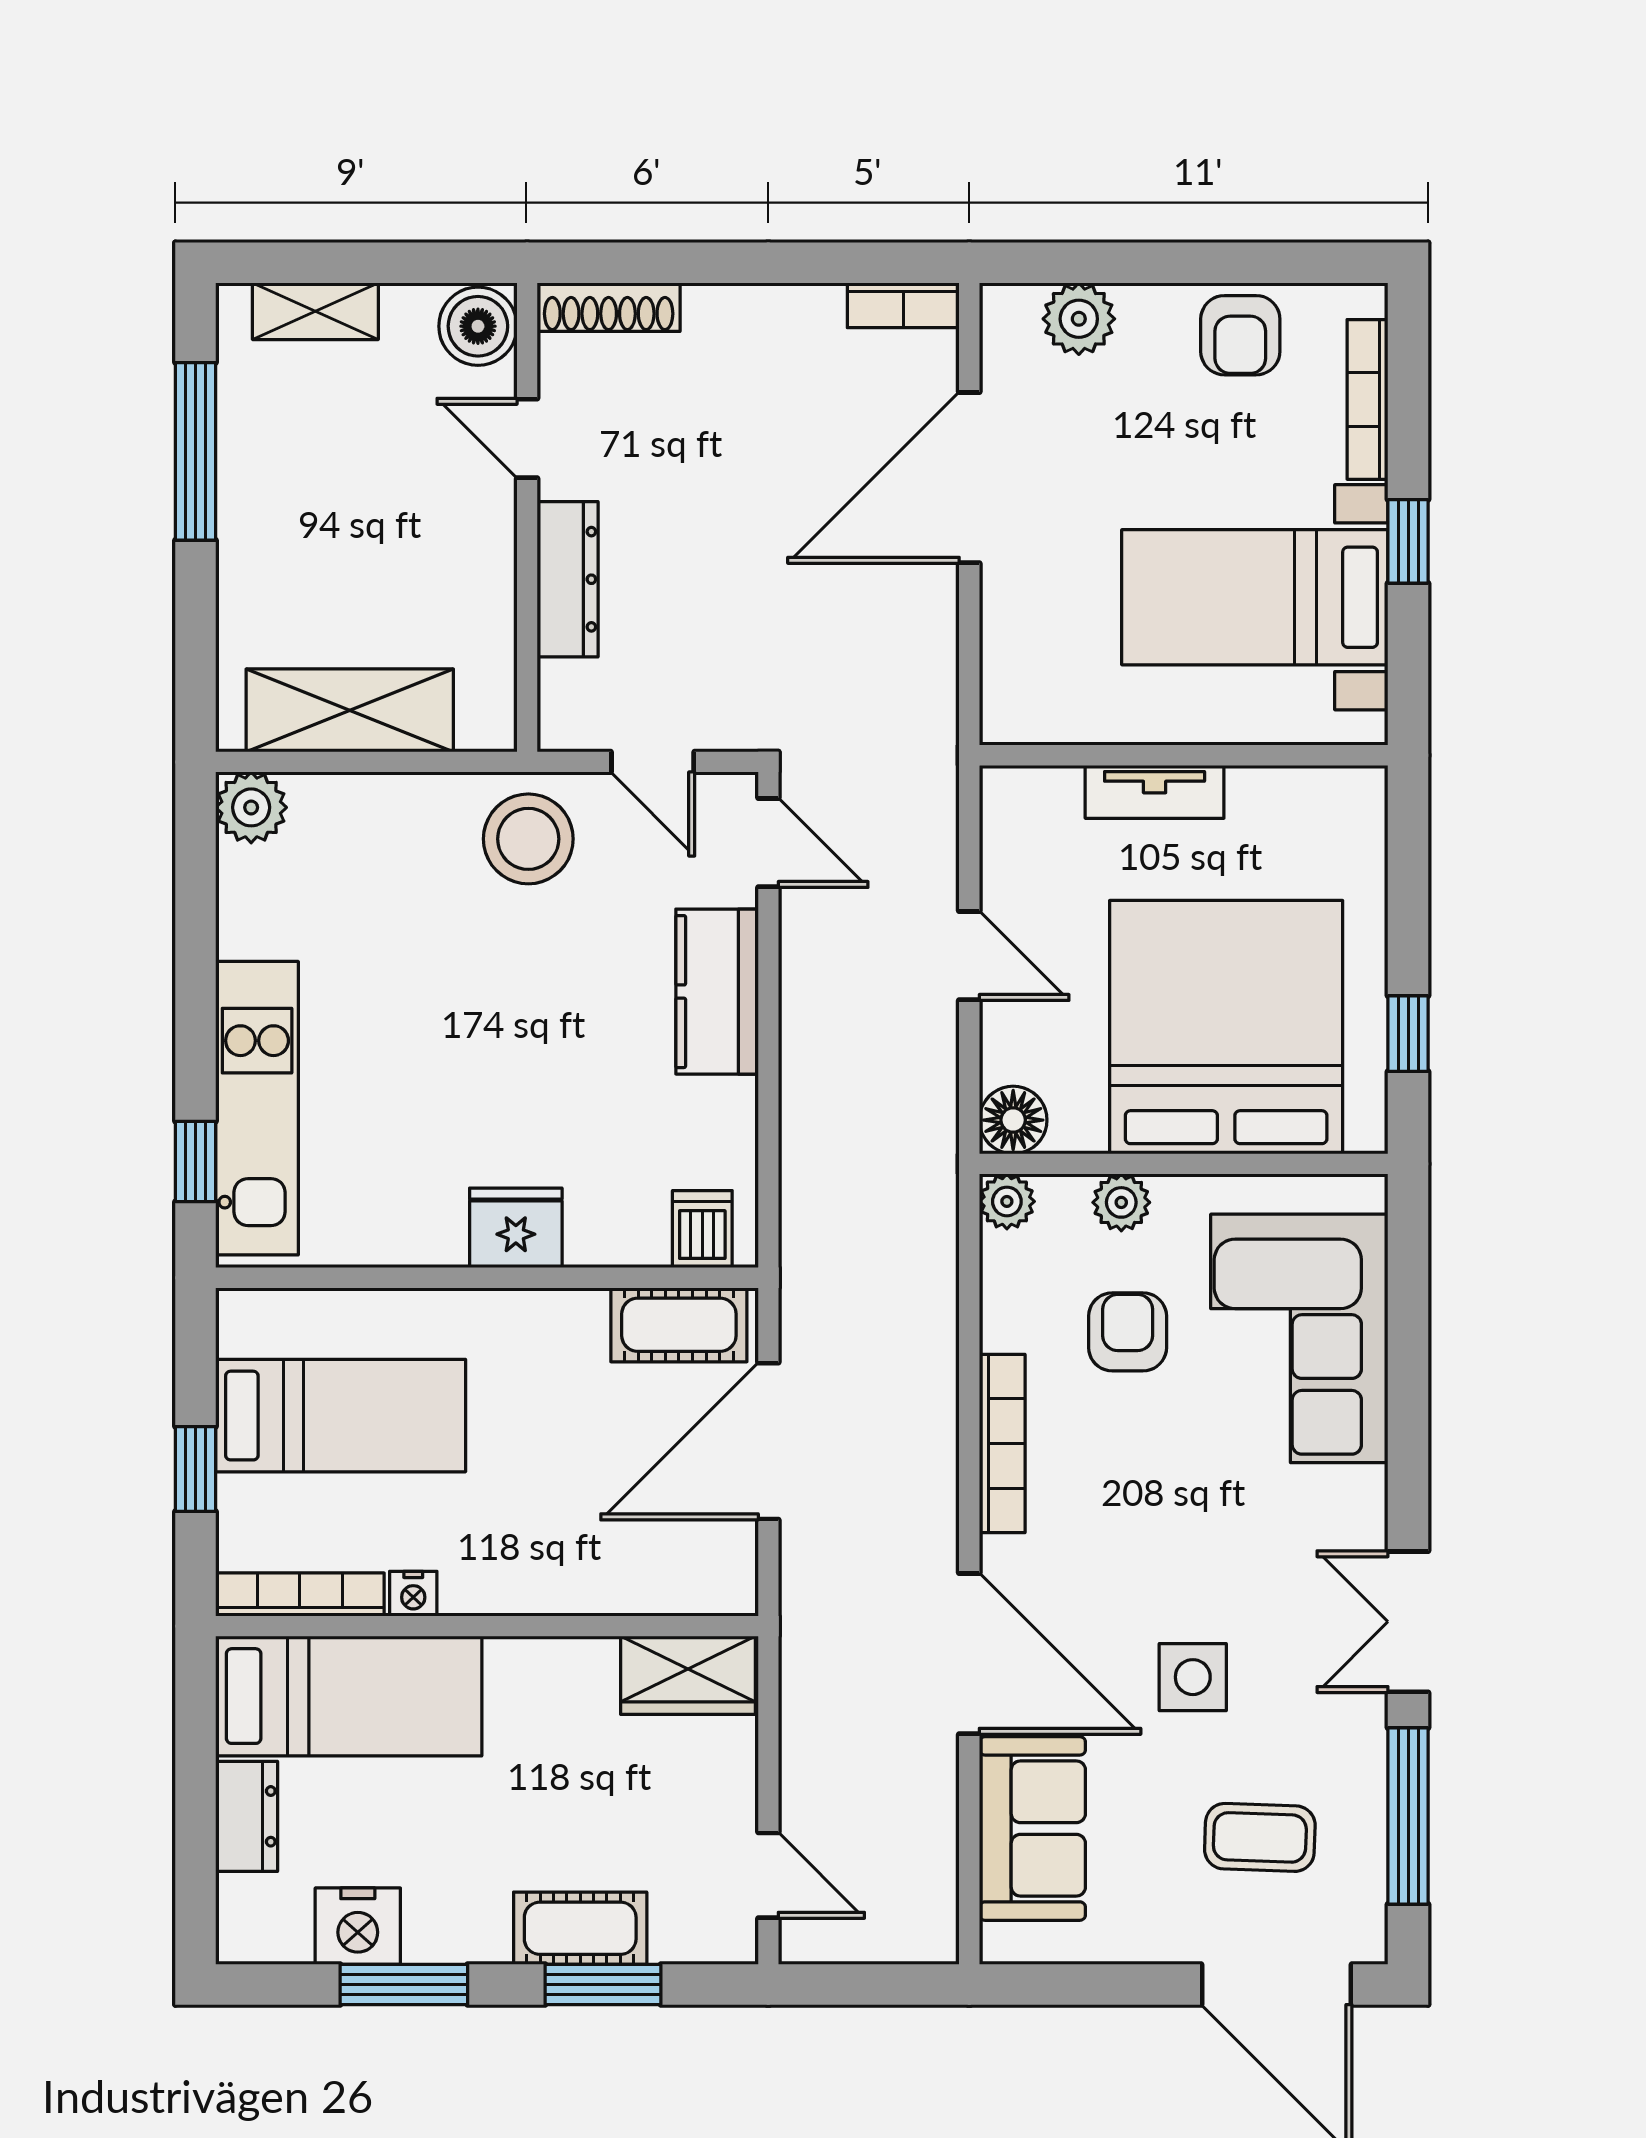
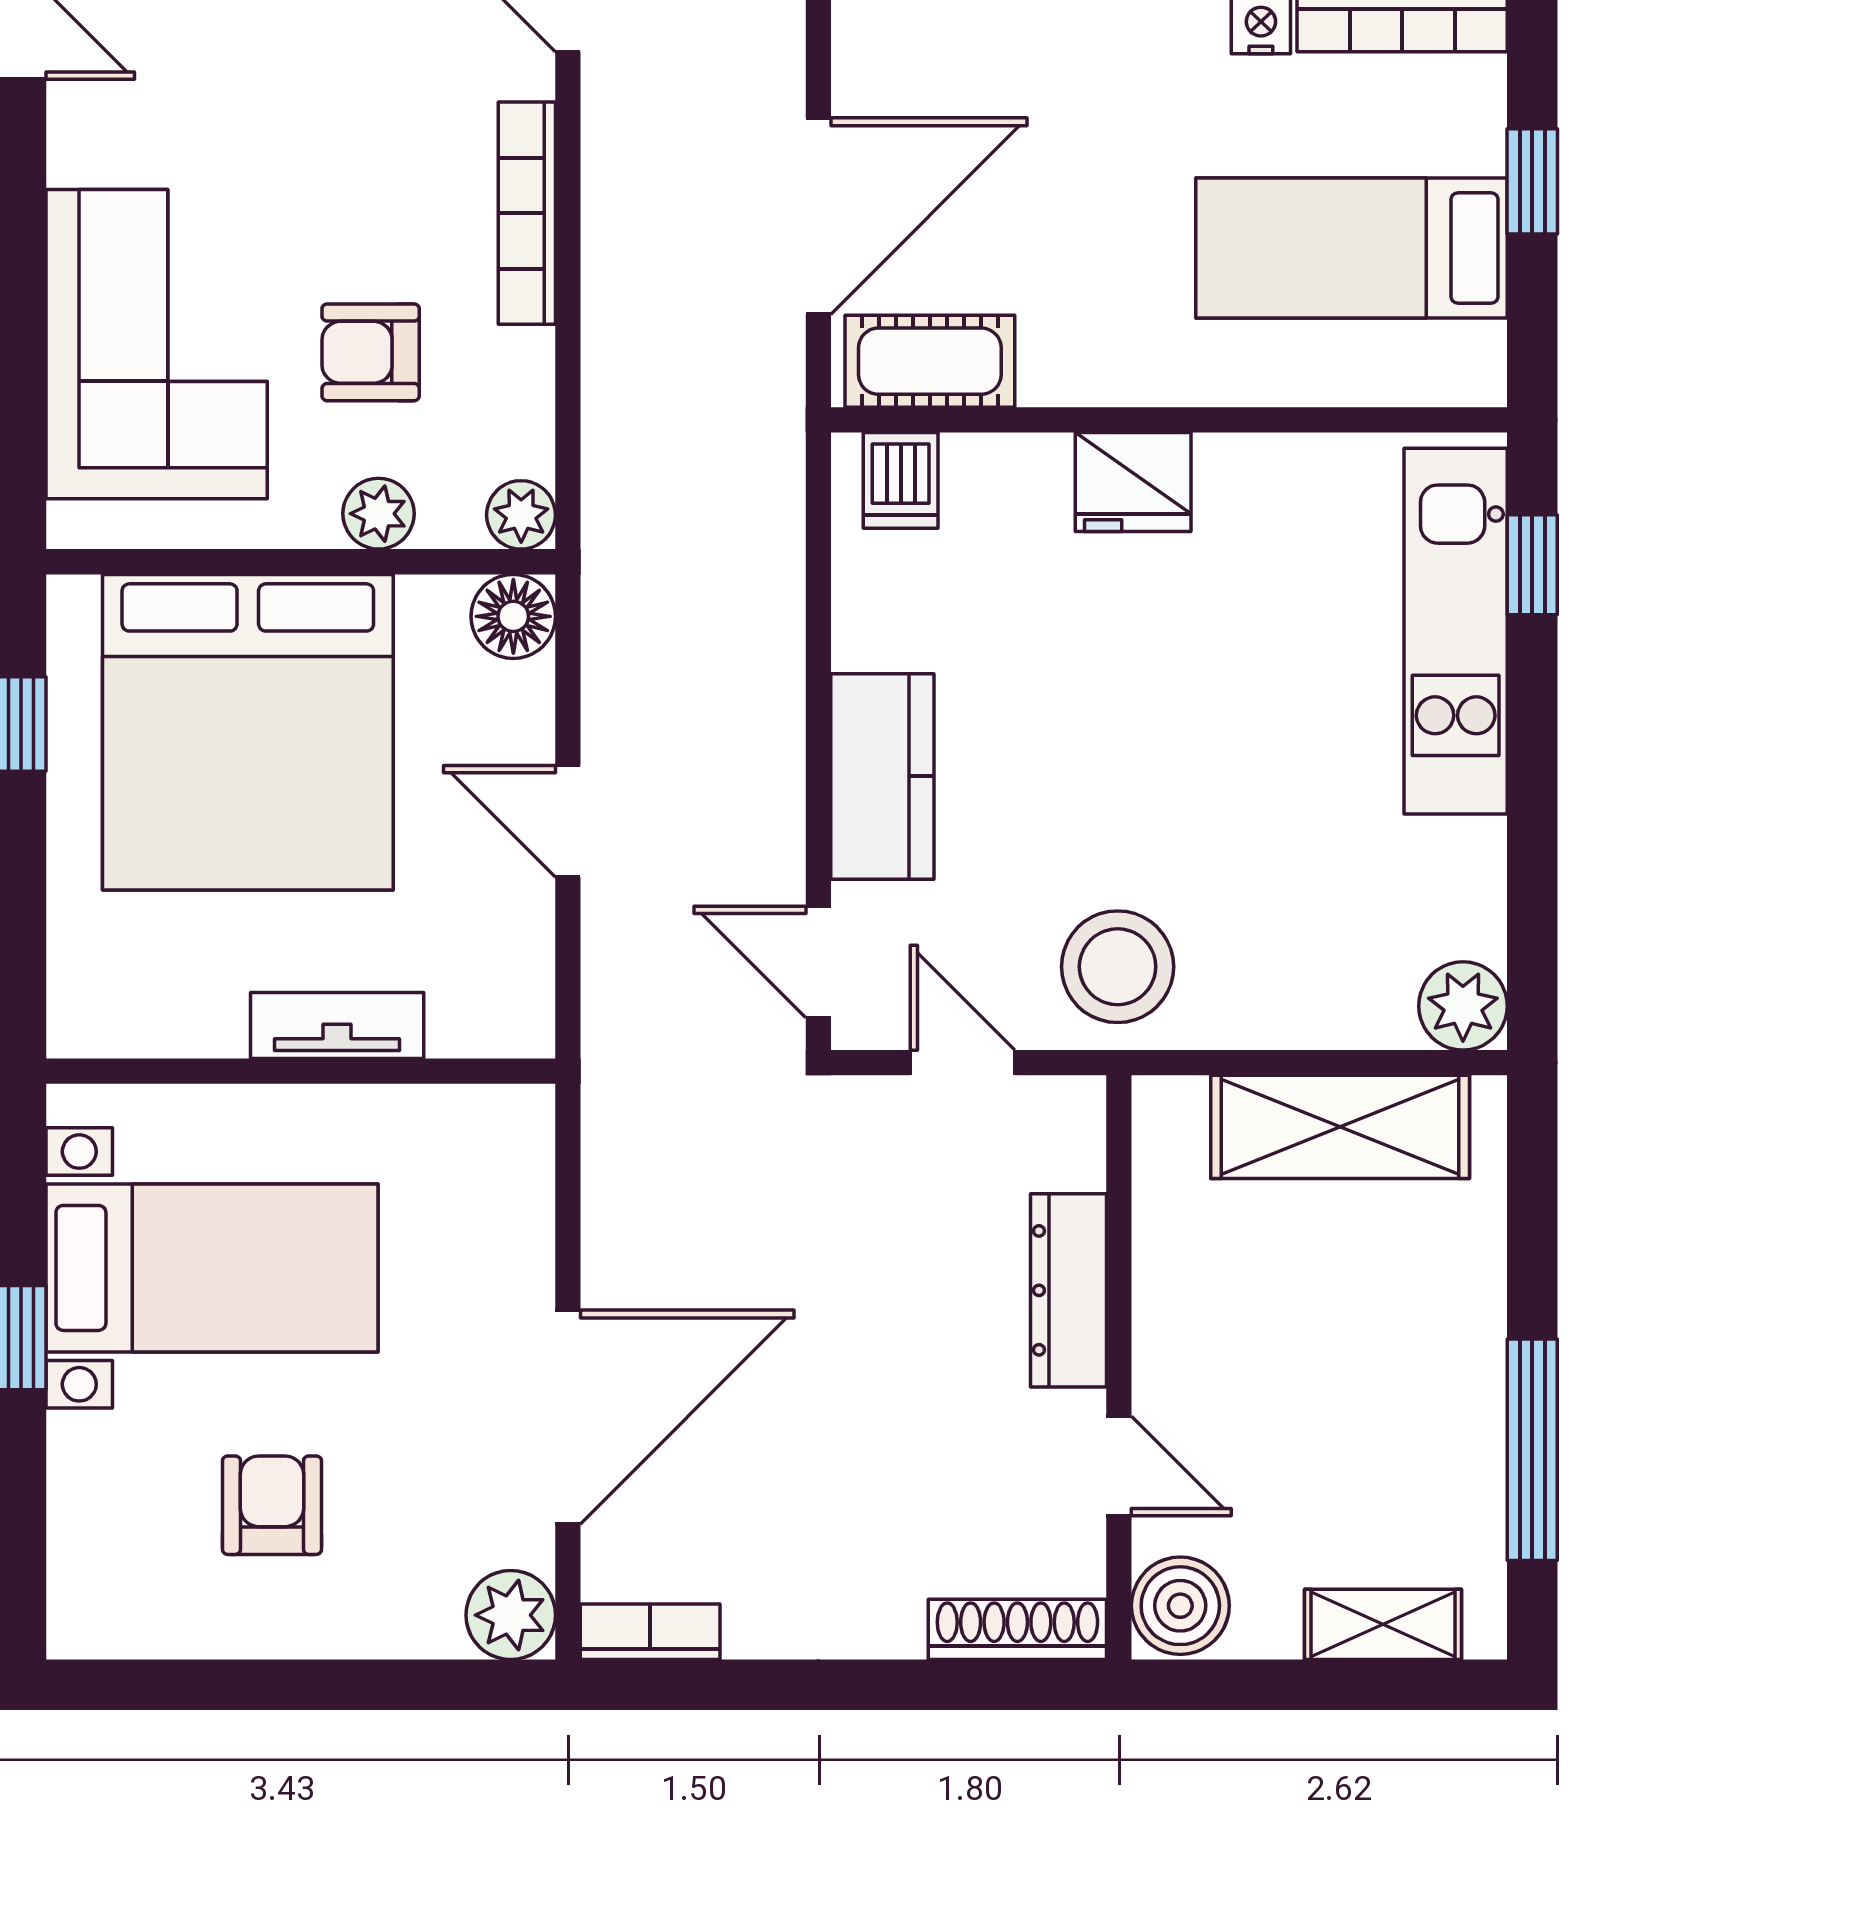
plant: (1079, 319) -> (511, 1615), moved
armchair: (1240, 335) -> (272, 1505), moved
bookcase: (1368, 399) -> (72, 1514), removed
armchair: (1128, 1332) -> (371, 352), turned 90

